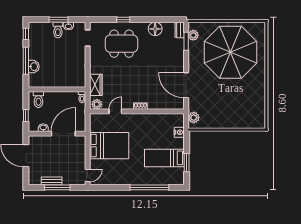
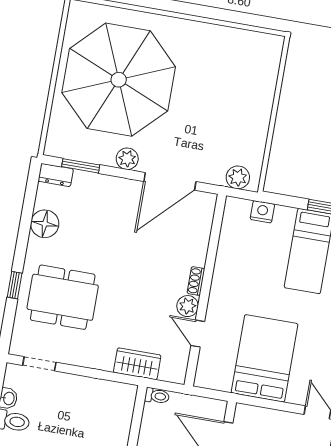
plant: (193, 35) -> (127, 159), moved
dining table: (121, 44) -> (63, 297), turned 90
plant: (97, 104) -> (188, 306), moved

